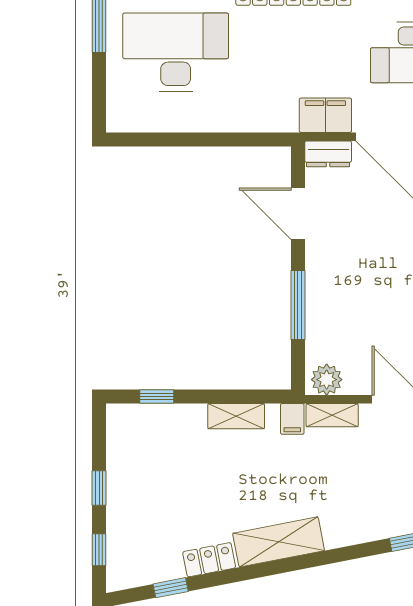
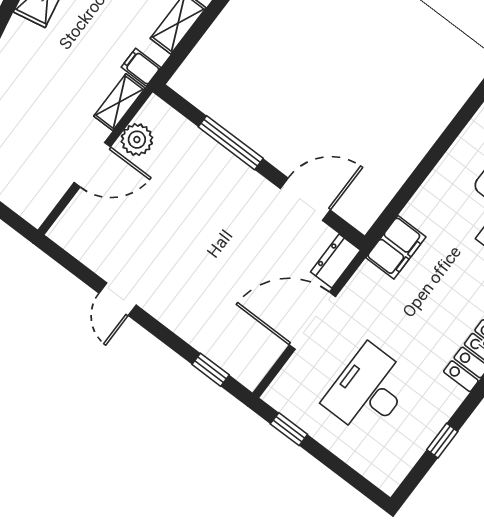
filing cabinet: (325, 115) -> (396, 247), moved
plant: (327, 380) -> (137, 140), moved

